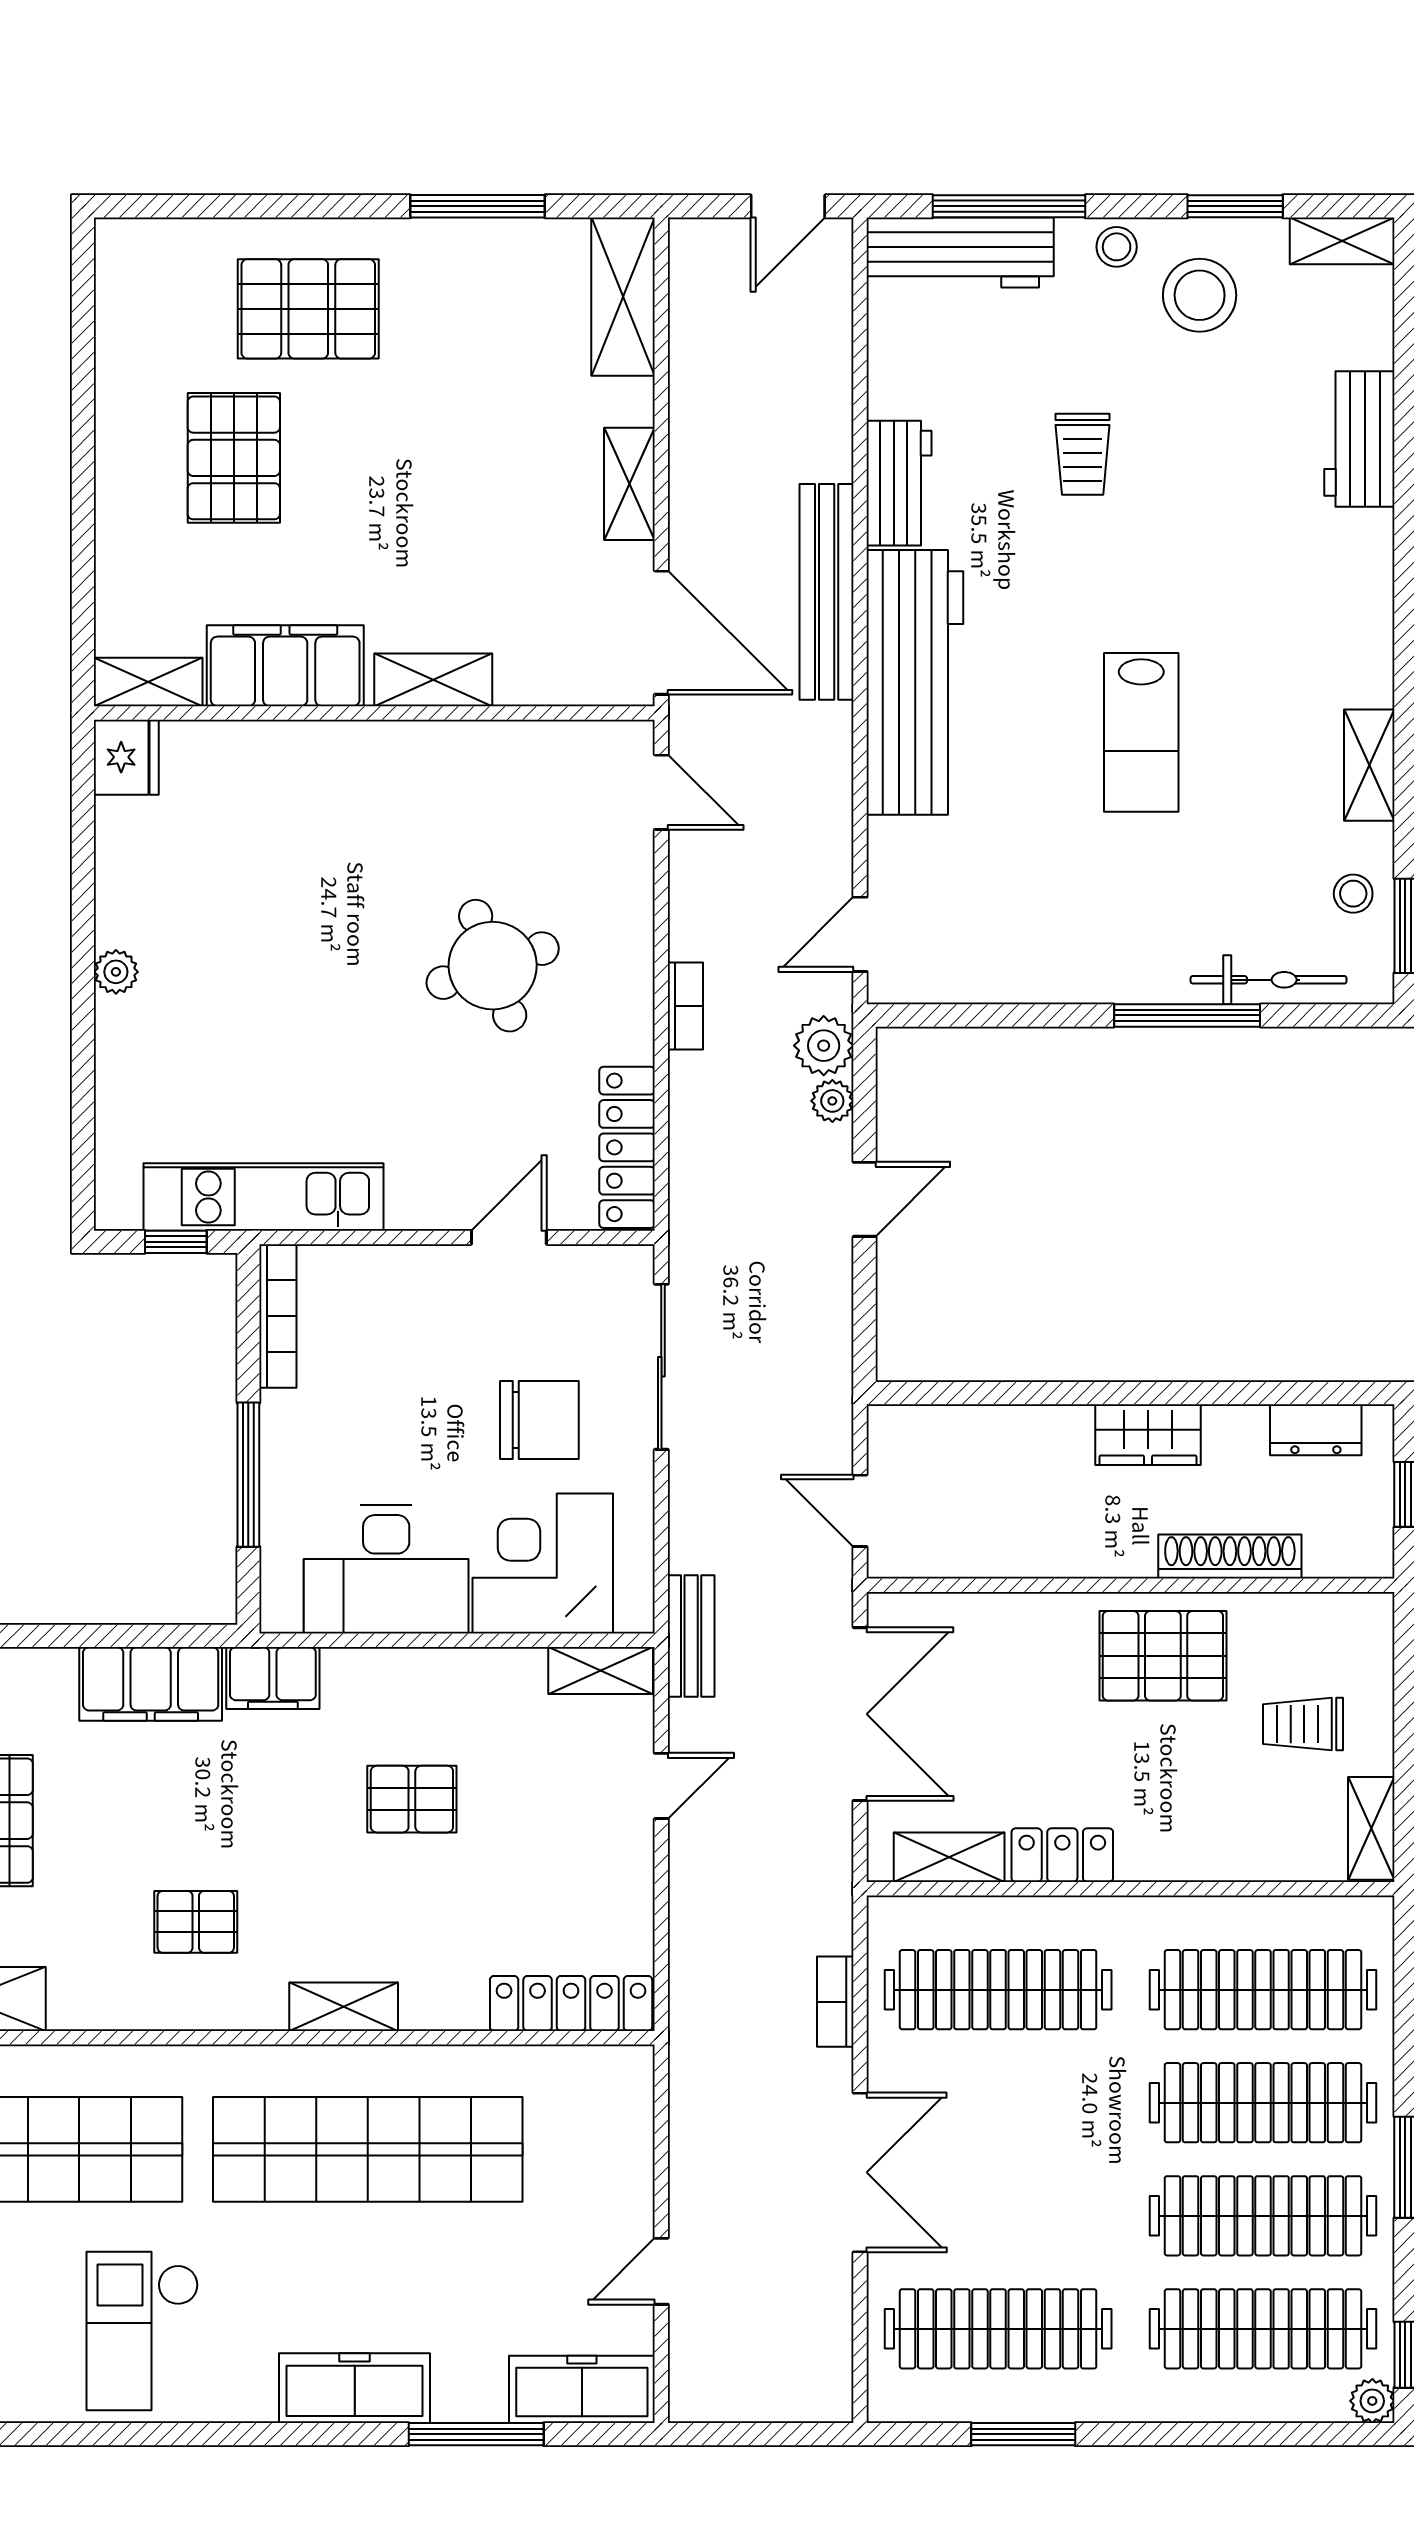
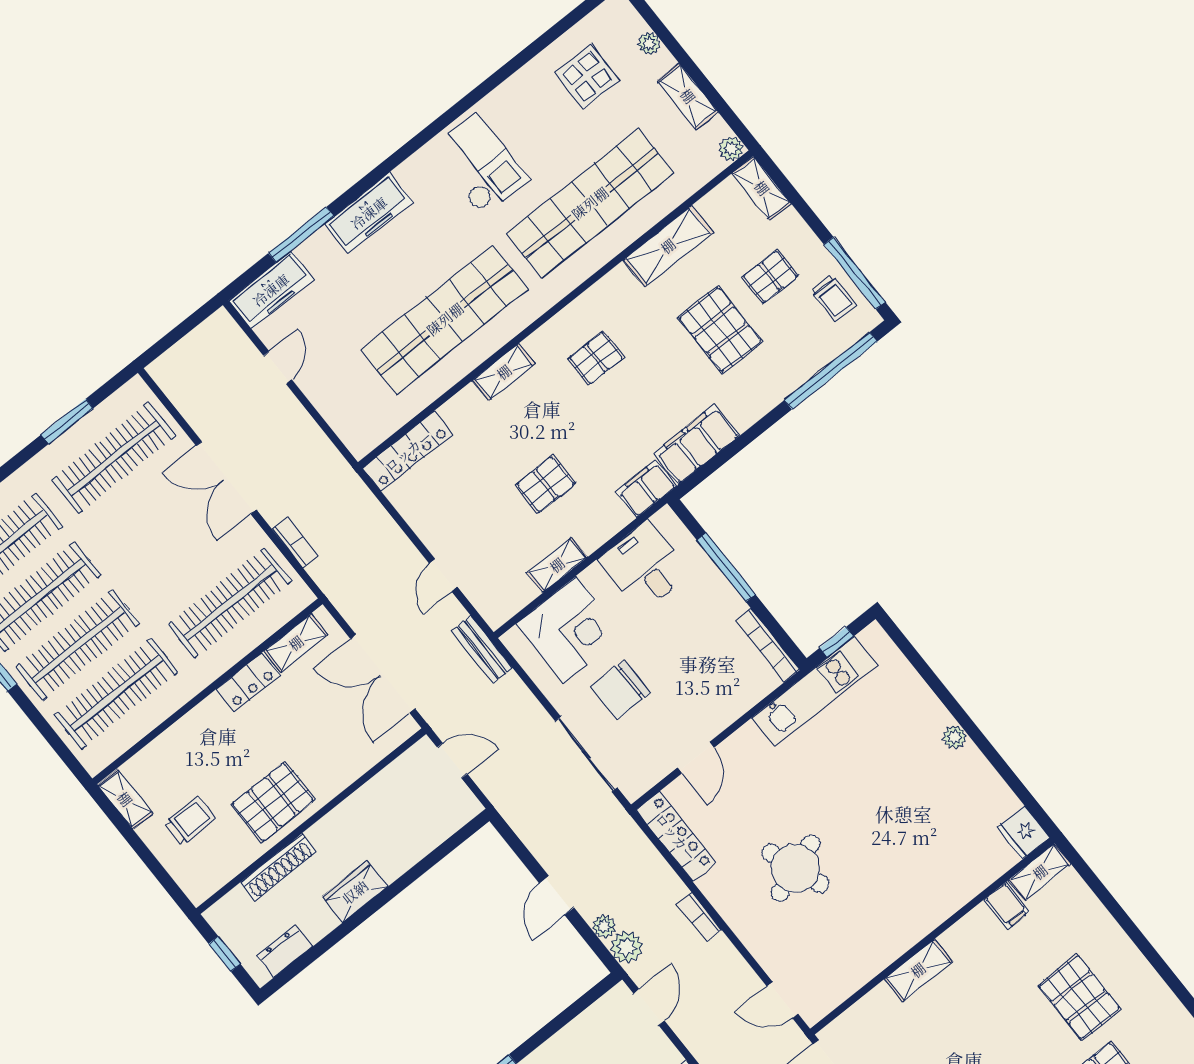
filing cabinet: (285, 666) -> (1007, 905), width x0.33, depth x0.86
desk: (386, 1569) -> (644, 566), width x0.73
shelving: (601, 1671) -> (557, 565), moved

